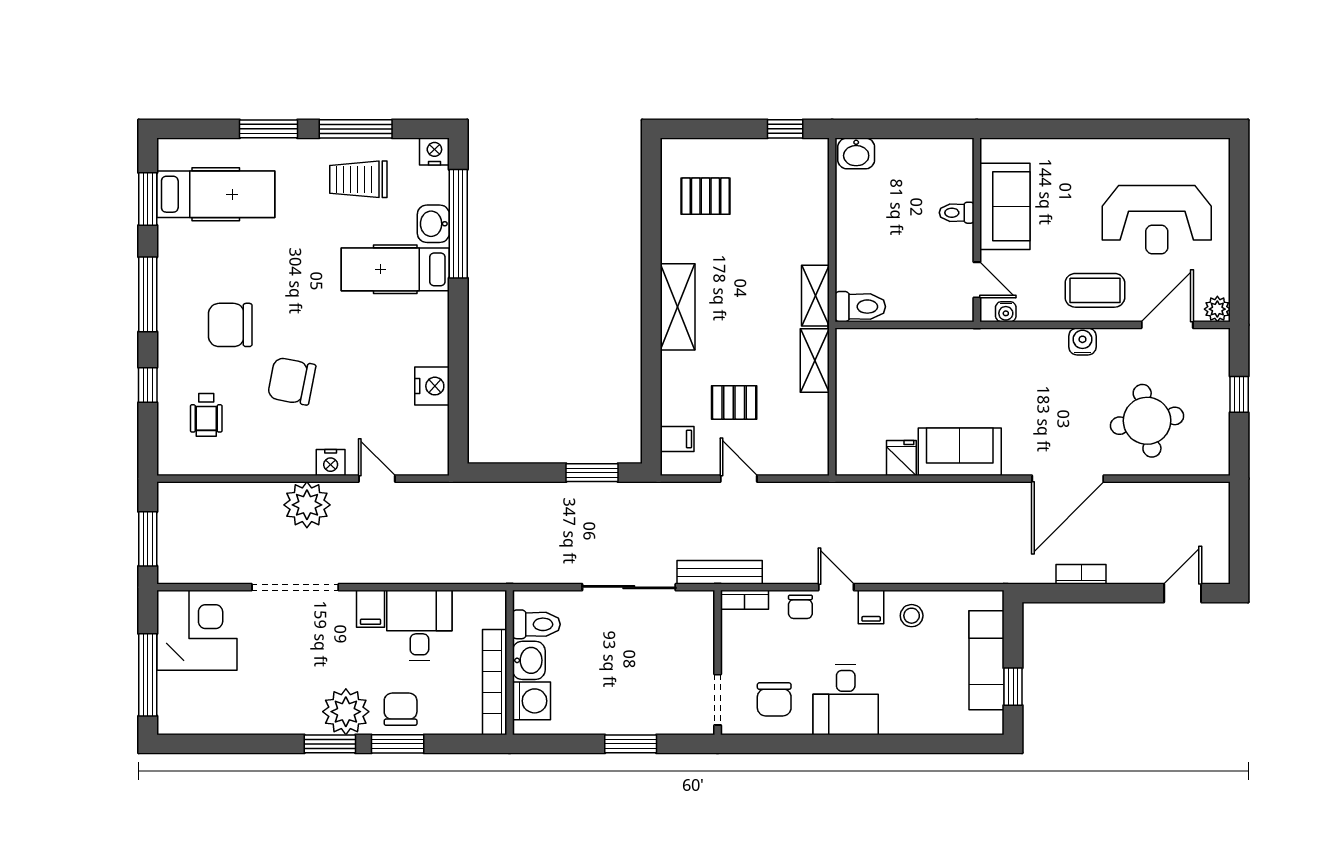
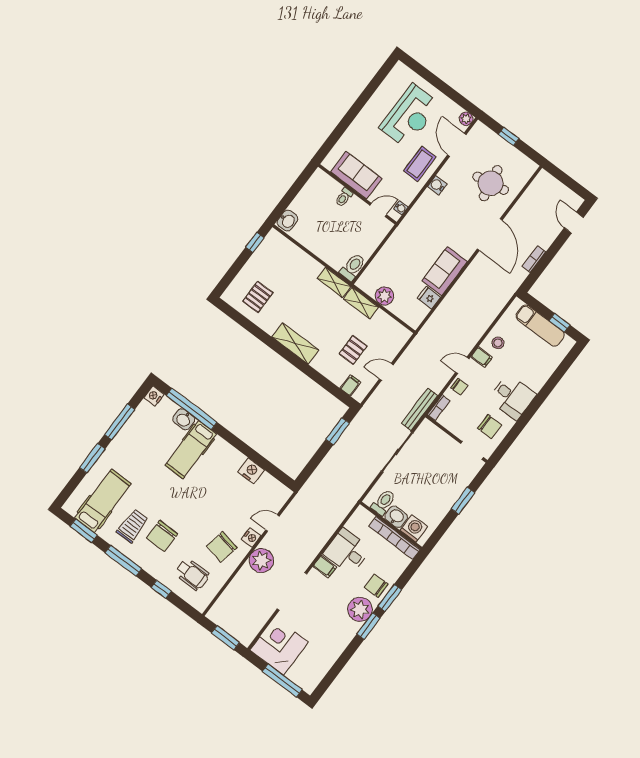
trolley: (358, 179) -> (132, 526), moved, turned 180
chair: (292, 381) -> (222, 547), moved
plant: (853, 388) -> (384, 296), added
wheelchair: (206, 415) -> (192, 574), width x1.36, depth x1.37

